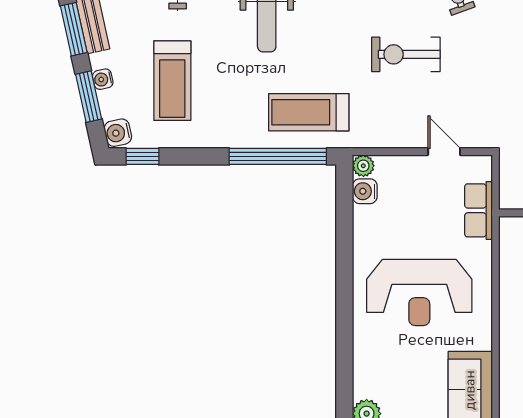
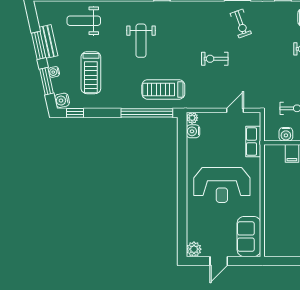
exercise bike: (406, 54) -> (215, 59), width x0.73, depth x0.72
door: (444, 152) -> (235, 110), hinge flipped

